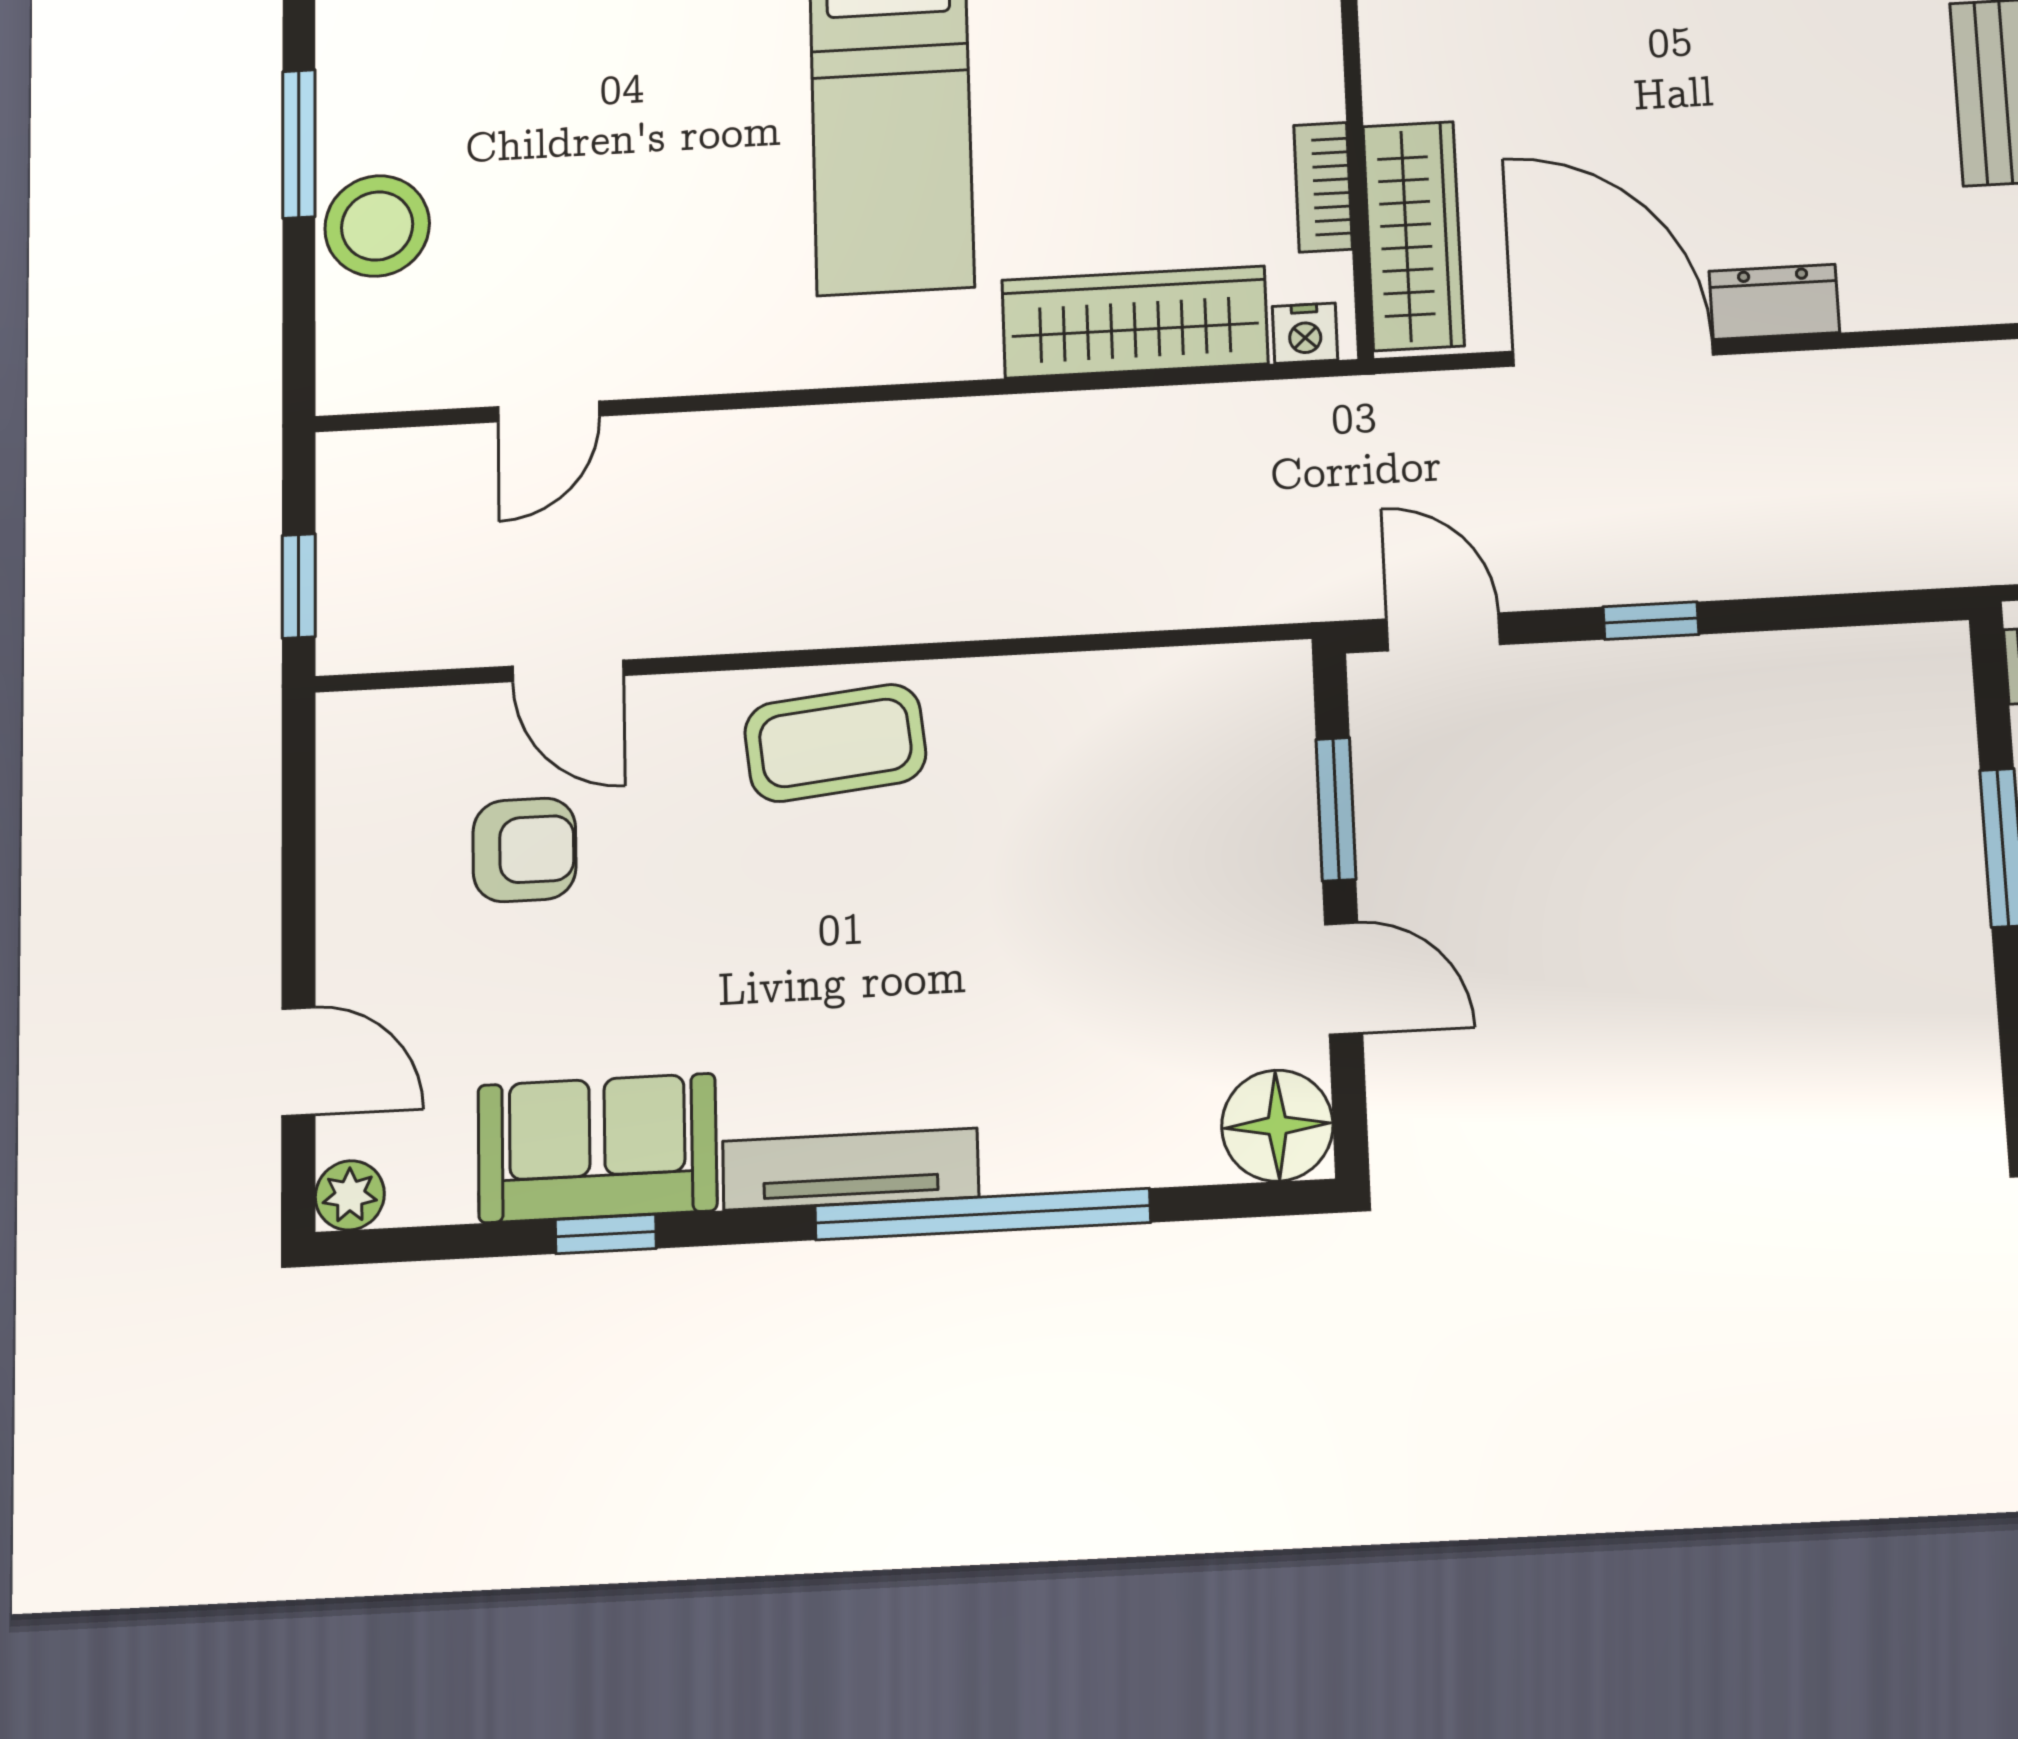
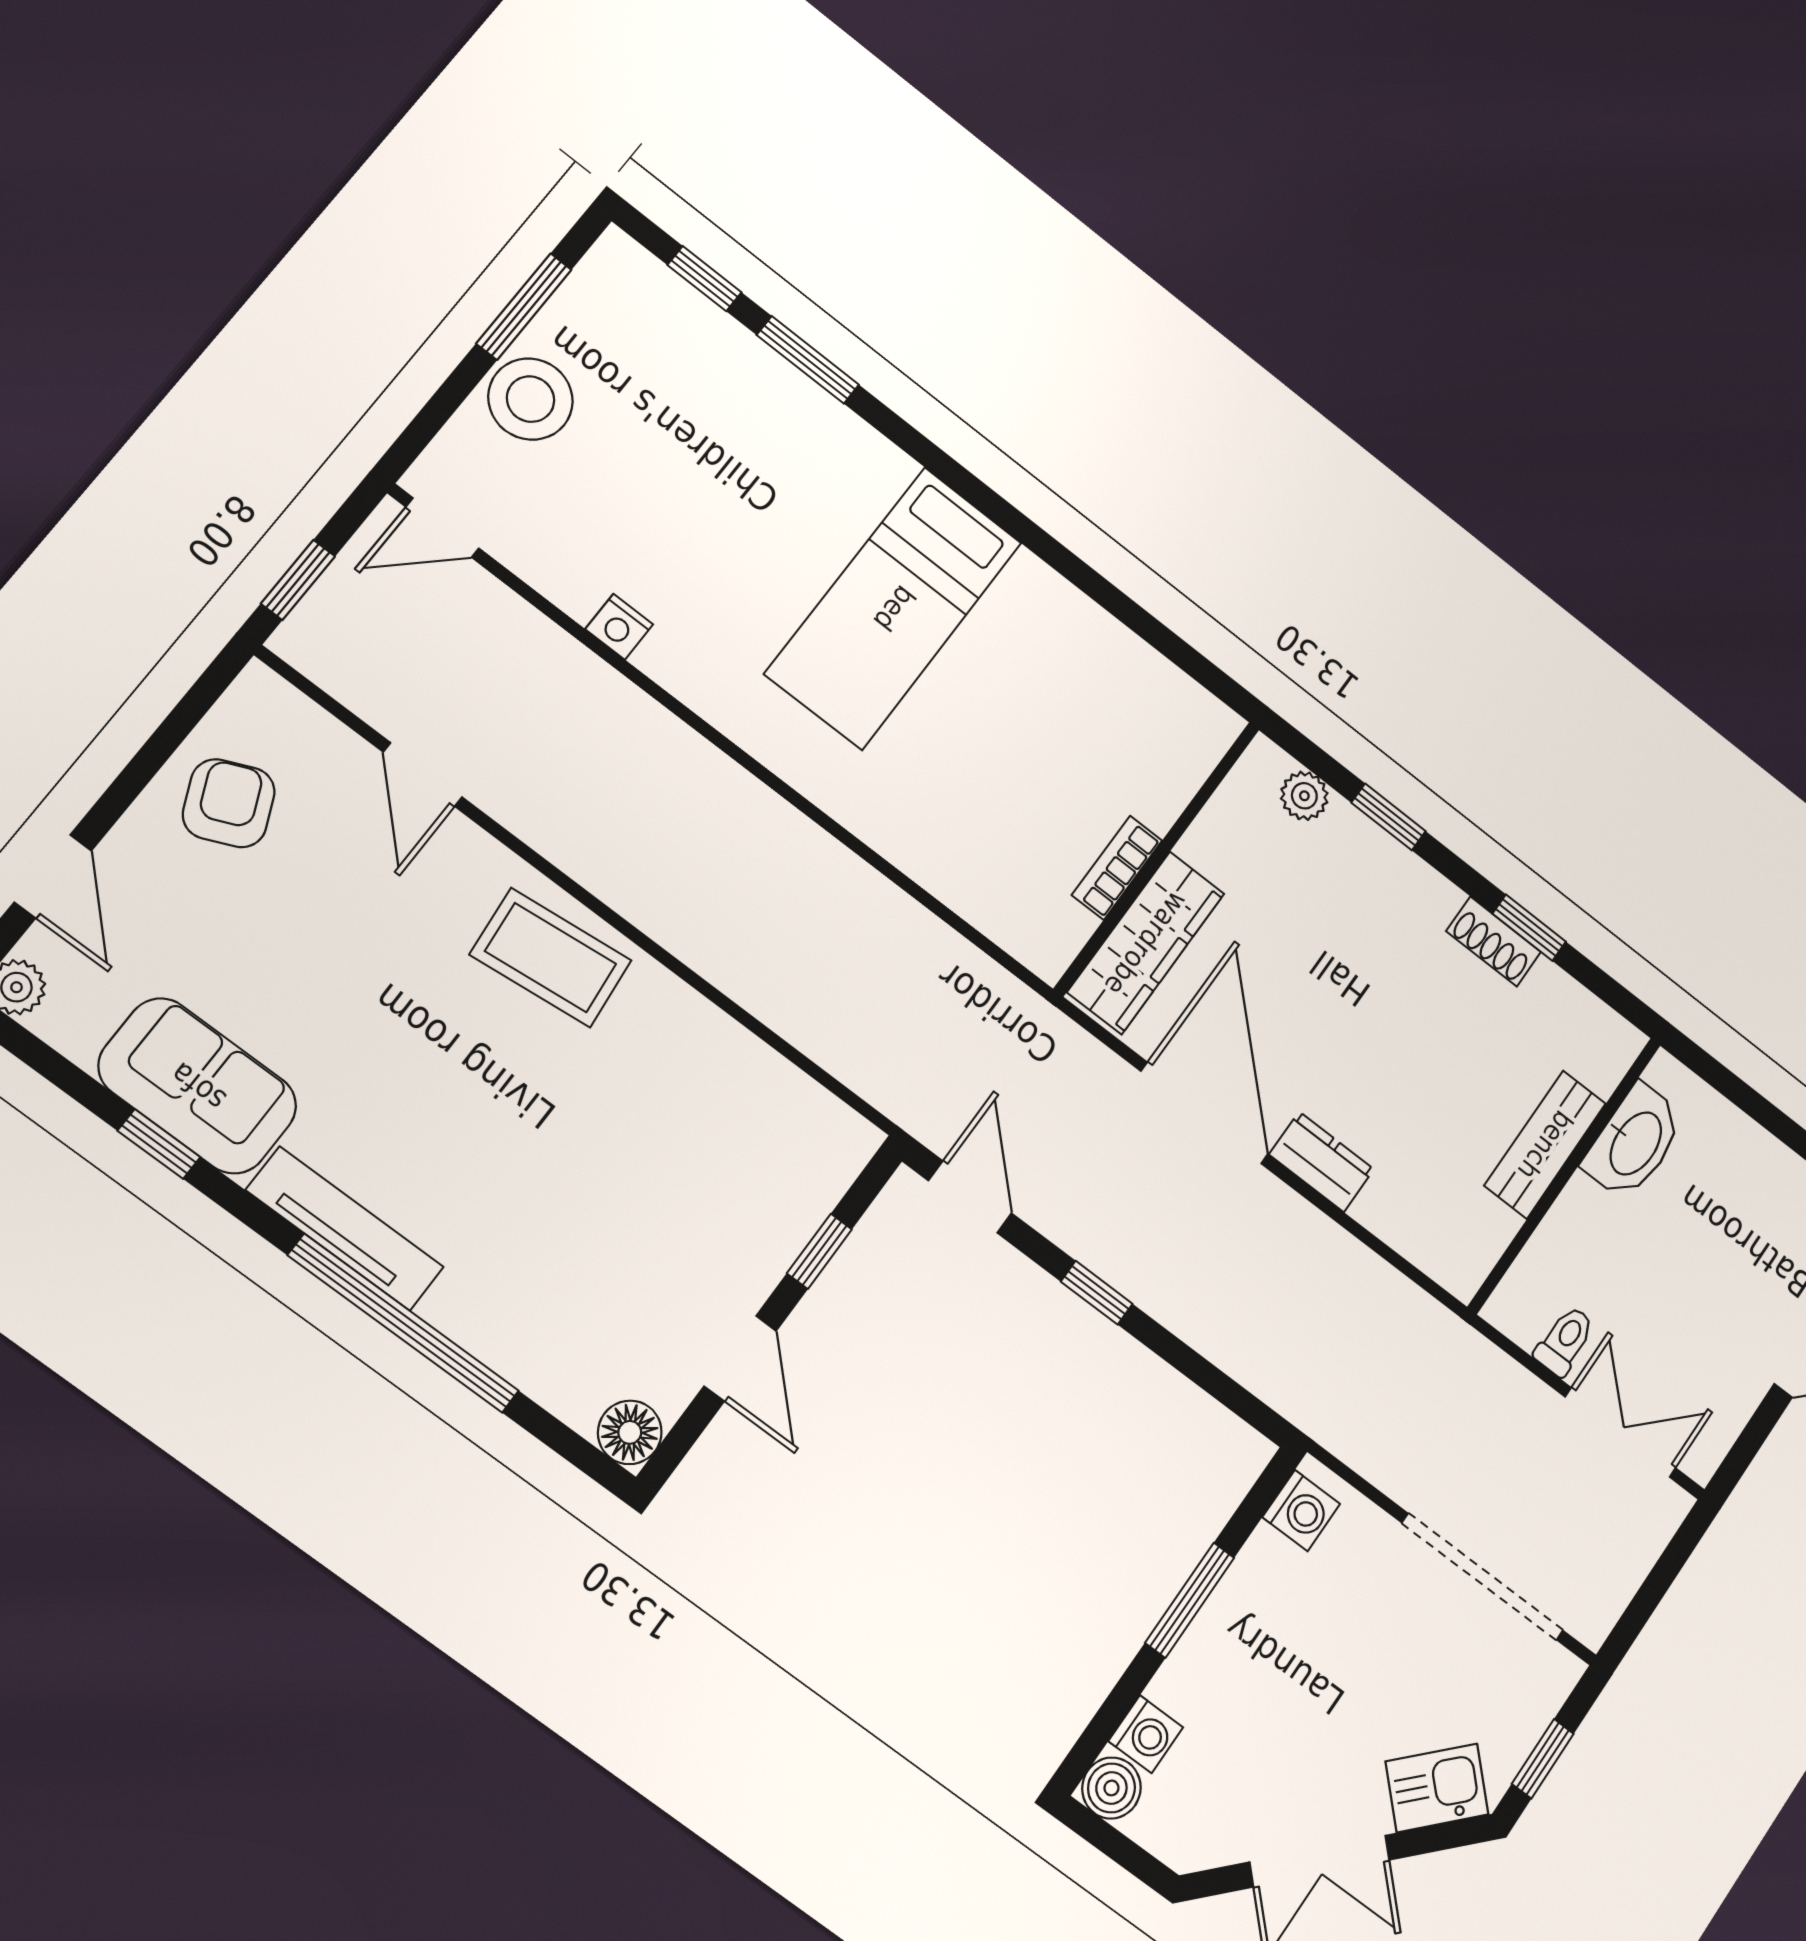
wardrobe: (1135, 322) -> (940, 854), removed
nightstand: (1305, 333) -> (619, 627), moved
door: (549, 411) -> (442, 528), moved
window: (1336, 809) -> (819, 1251), width x0.67
armchair: (524, 850) -> (229, 803), moved, turned -114
floor lamp: (1277, 1126) -> (630, 1432), width x0.73, depth x0.73

